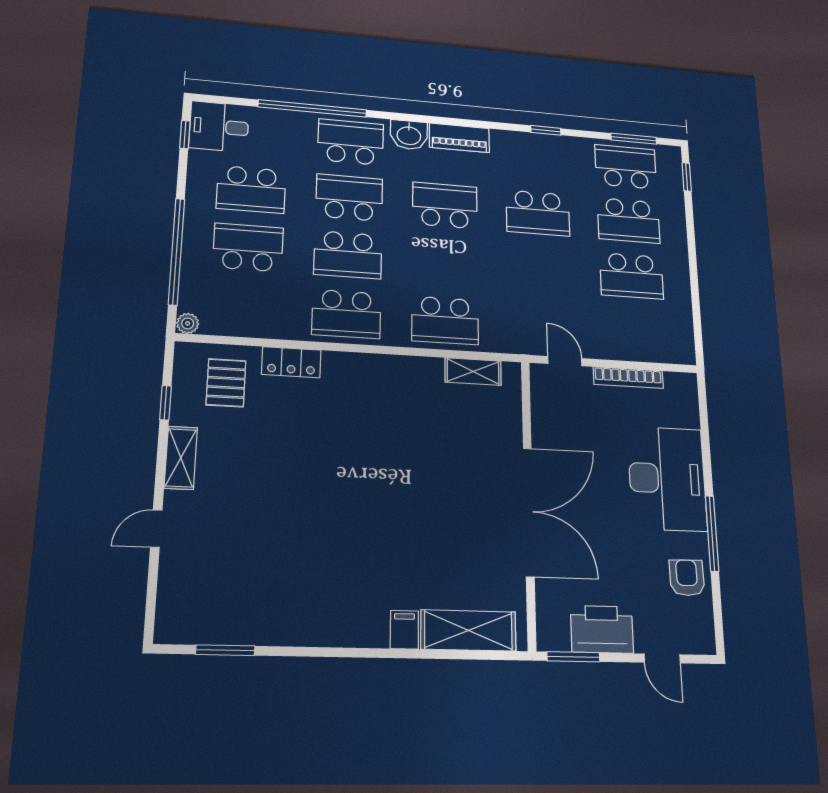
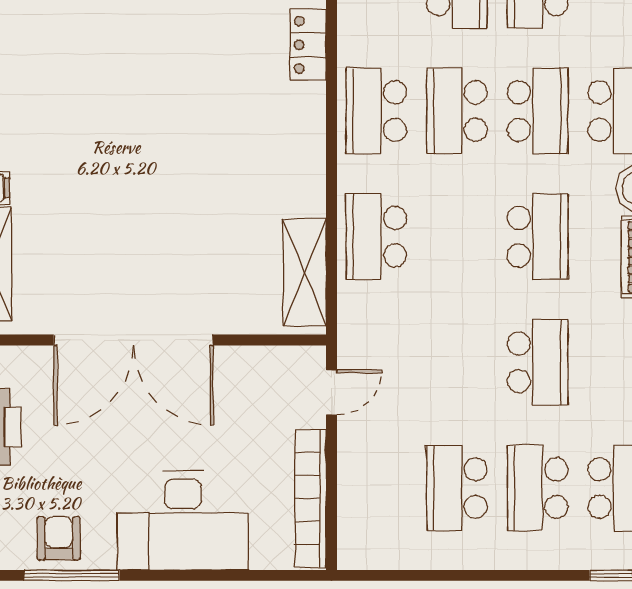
school desk: (538, 213) -> (538, 362), turned 180
shelving: (473, 372) -> (305, 272), width x1.50, depth x1.33
bookcase: (628, 378) -> (310, 499), width x1.48, depth x1.31
window: (712, 533) -> (72, 575), moved
armchair: (687, 578) -> (59, 538), turned -89

